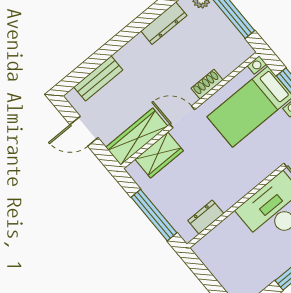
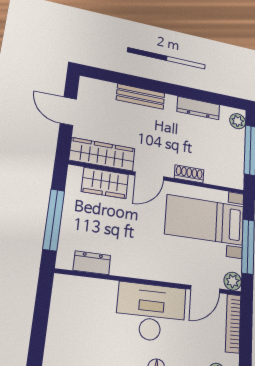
bench: (98, 78) -> (141, 97), moved
door: (182, 117) -> (149, 176), swing flipped

